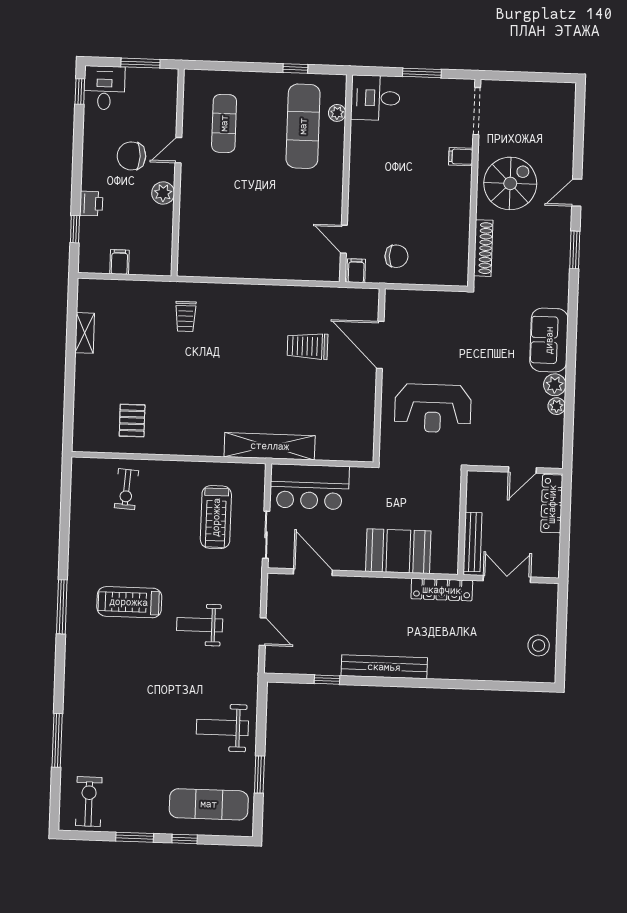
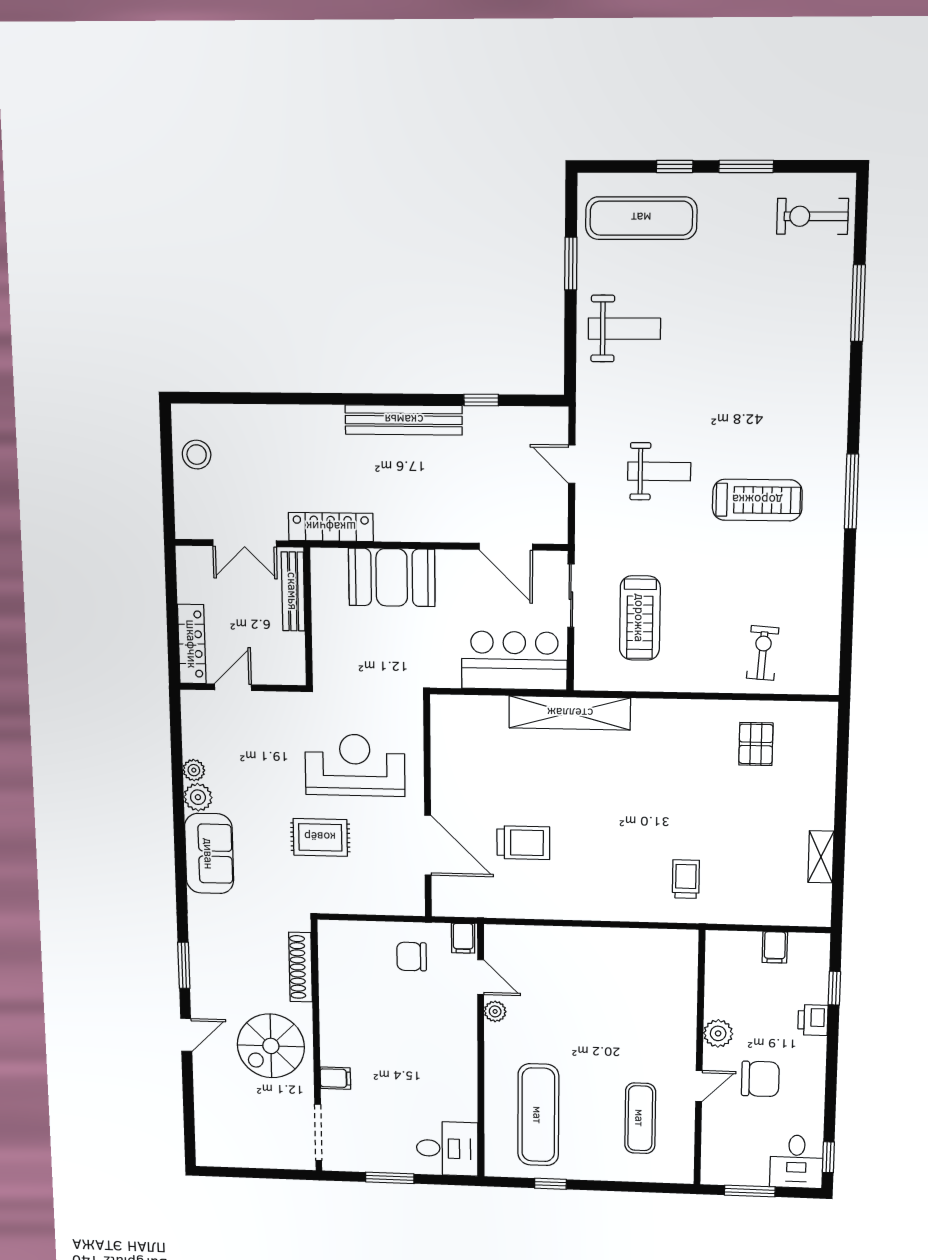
plant: (337, 113) -> (495, 1011), moved
rug: (462, 352) -> (320, 837), added
treadmill: (216, 517) -> (640, 618), turned 180
exercise bike: (89, 802) -> (812, 216), turned 90

